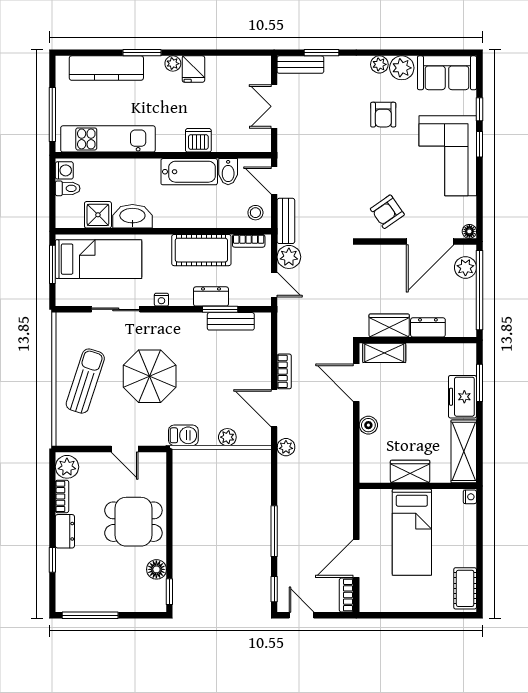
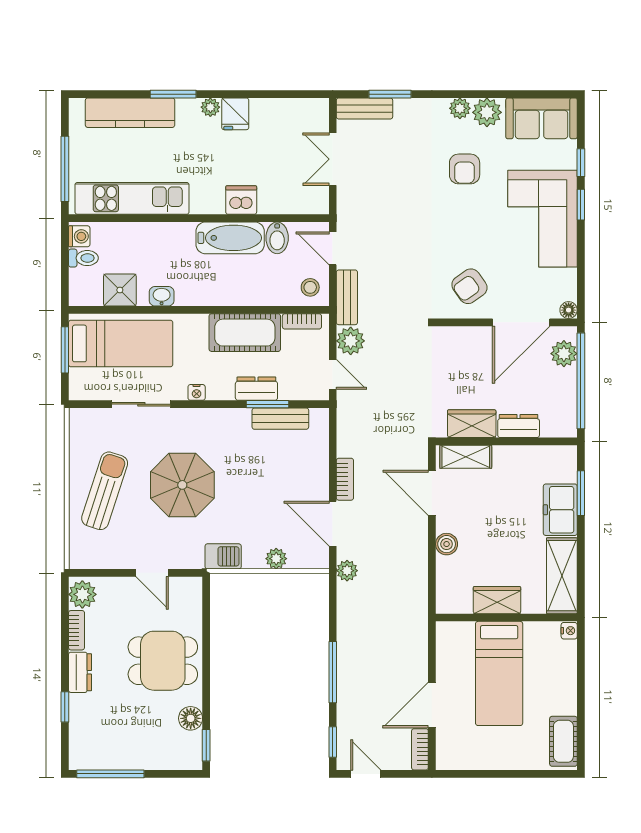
washbasin: (132, 216) -> (162, 296), width x0.52, depth x0.69

